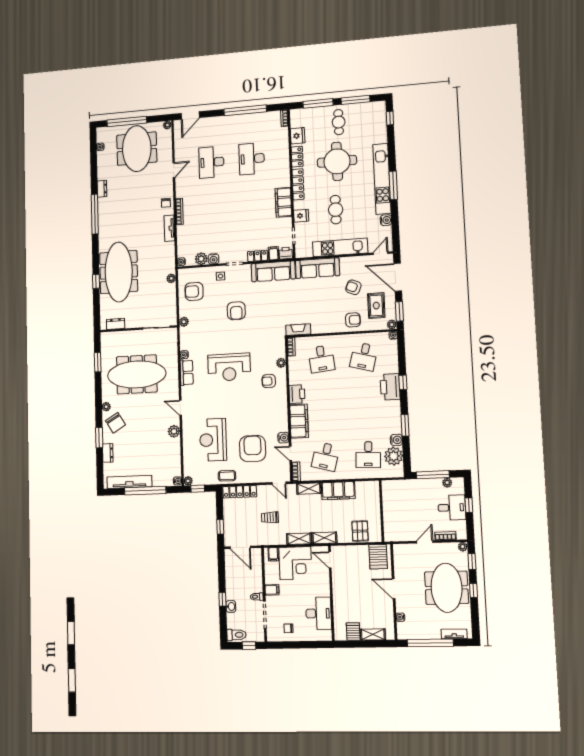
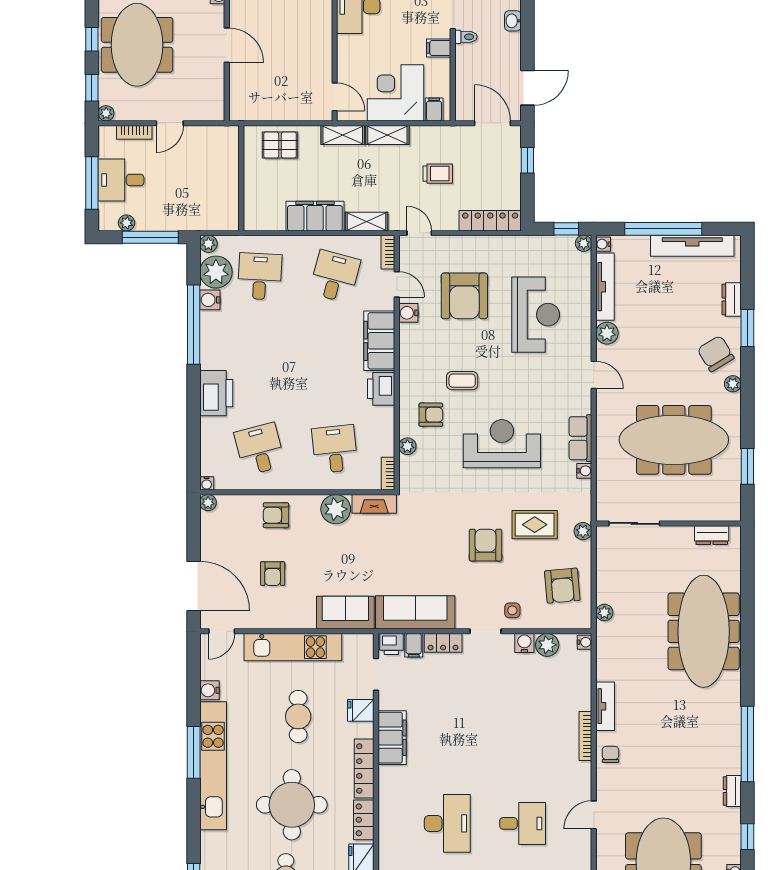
desk: (211, 162) -> (523, 823), width x0.73
sofa: (318, 268) -> (345, 613), width x0.73
window: (96, 281) -> (747, 837), moved
armchair: (353, 287) -> (273, 574), turned 67
armchair: (194, 291) -> (562, 586), turned 85
rug: (376, 306) -> (535, 525), moved, turned 90
window: (399, 311) -> (194, 525), removed
plant: (320, 325) -> (336, 509), added
desk: (364, 356) -> (260, 449), turned -30
window: (403, 382) -> (194, 400), removed
window: (405, 425) -> (194, 325), width x2.11
tv unit: (176, 457) -> (605, 287), added
plant: (399, 472) -> (208, 244), added
coffee table: (227, 476) -> (462, 381), moved
window: (469, 505) -> (92, 183), width x2.17
pallet: (360, 531) -> (280, 145), turned 90
server rack: (378, 557) -> (251, 100), removed
door: (222, 568) -> (527, 88), added
window: (222, 599) -> (527, 34), removed

